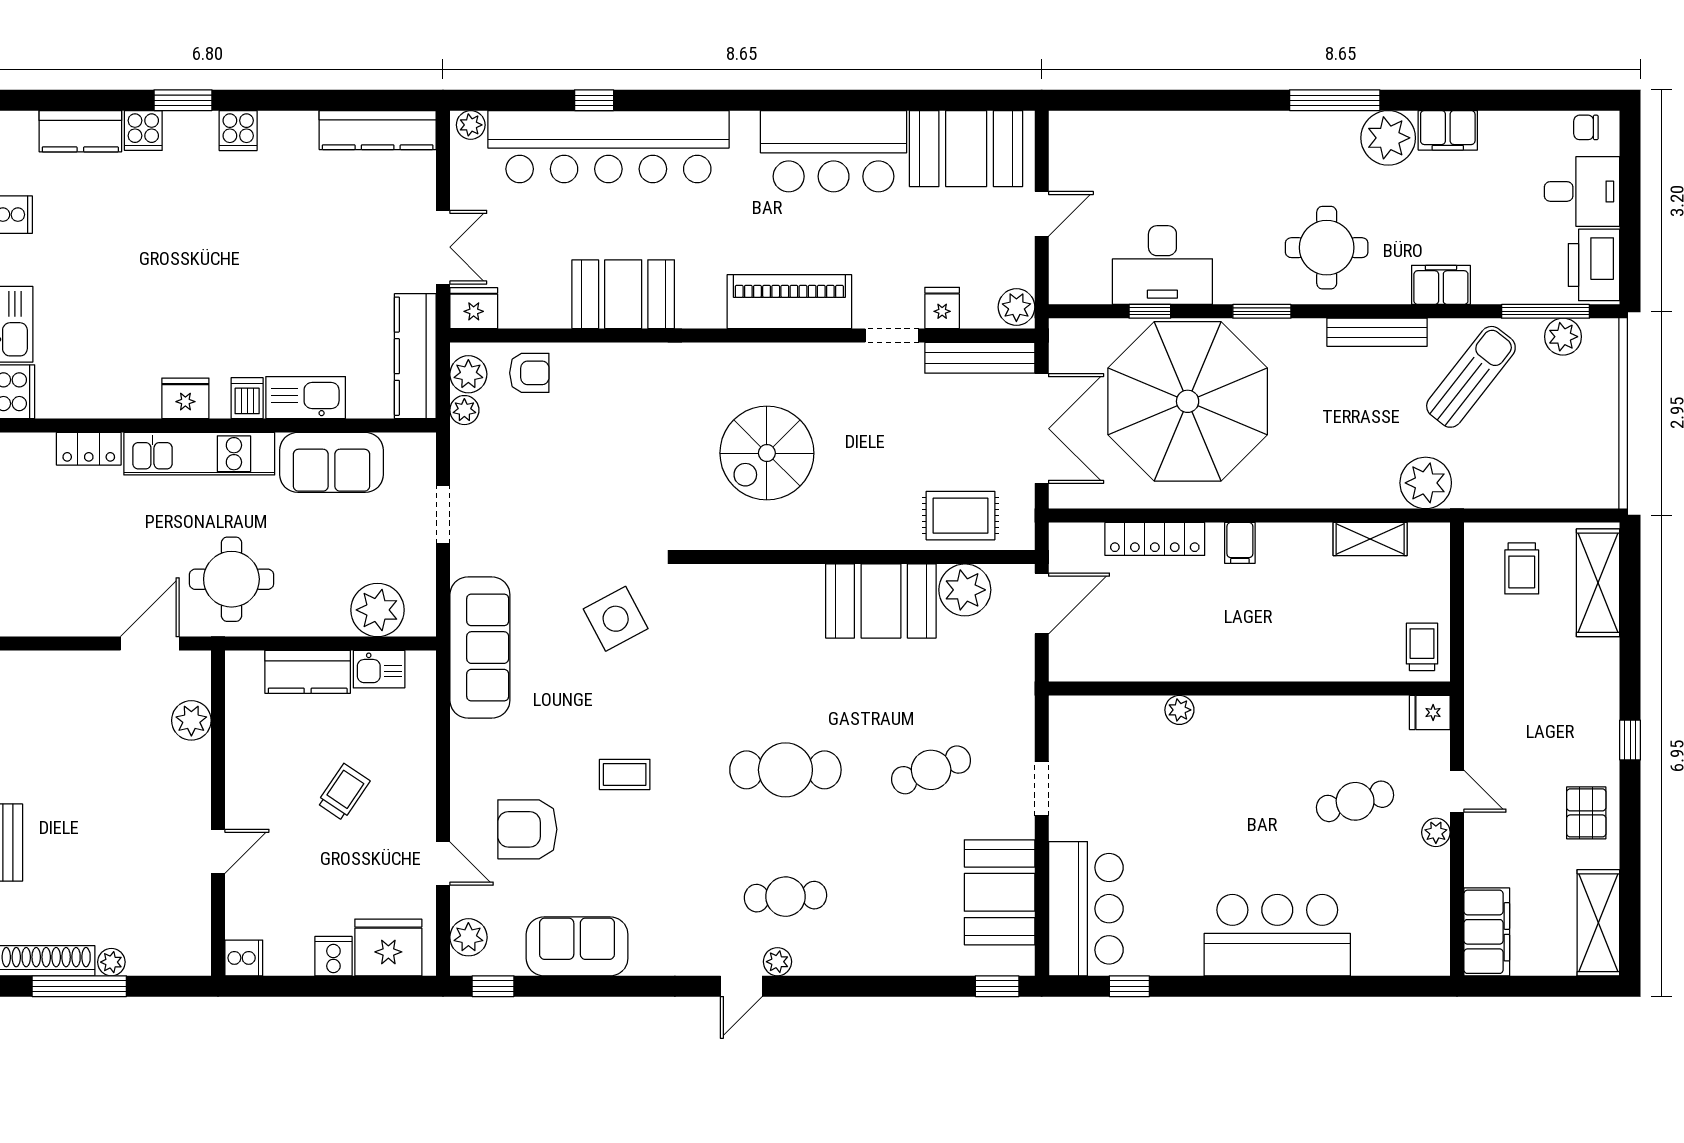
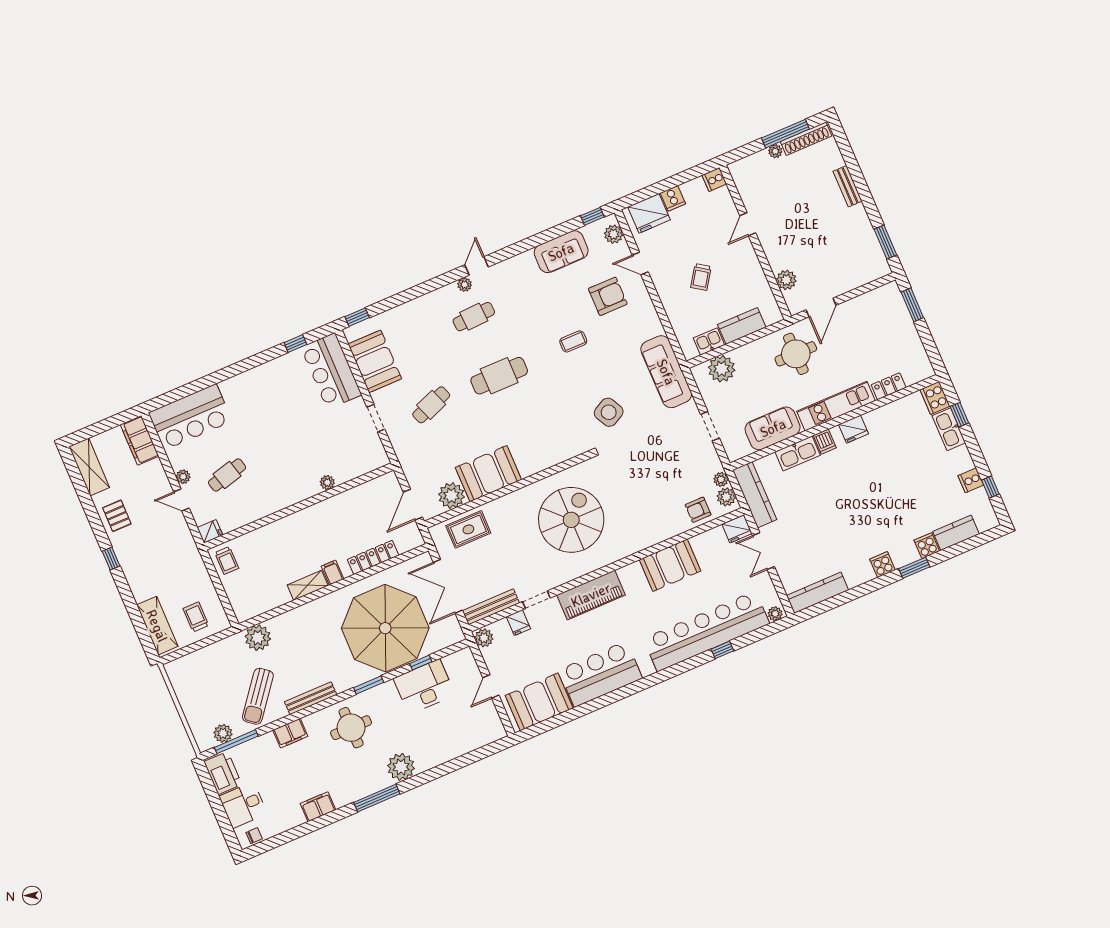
plant: (1388, 138) -> (401, 767), moved
spiral stairs: (767, 453) -> (571, 520), width x1.37, depth x1.37
shelving: (1370, 539) -> (308, 585), moved
bar counter: (1277, 935) -> (190, 417), moved

